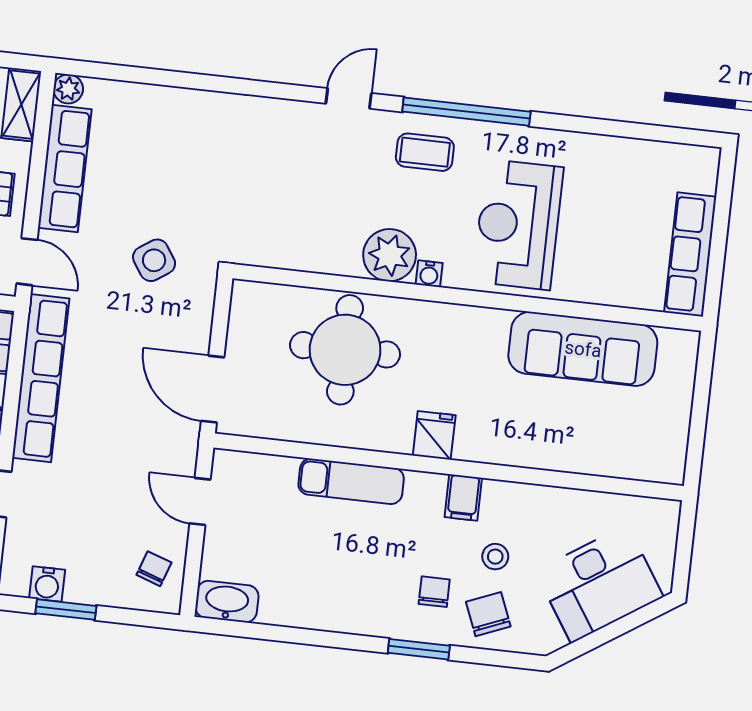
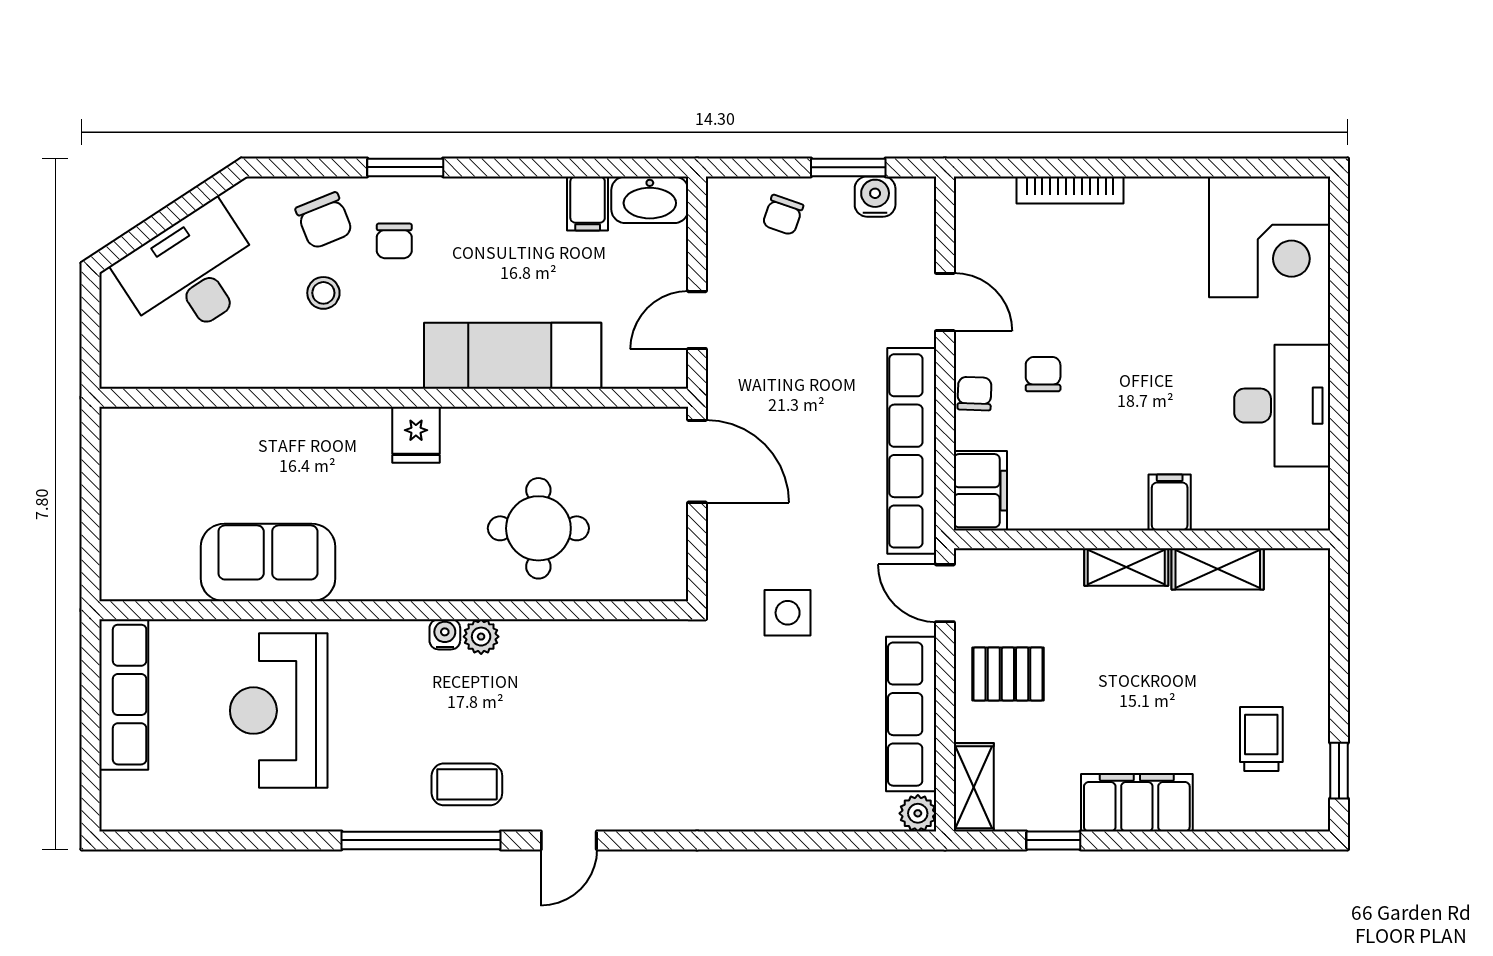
reception desk: (518, 225) -> (279, 711), moved, turned 180
plant: (390, 255) -> (481, 637), width x0.53, depth x0.53
side table: (154, 260) -> (788, 613), turned 34
sofa: (583, 349) -> (268, 563), width x0.73
round table: (345, 350) -> (538, 528), width x0.73, depth x0.73
exam couch: (351, 481) -> (513, 356), width x1.36, depth x1.45
filing cabinet: (463, 497) -> (588, 203), moved, turned 180
door: (200, 502) -> (697, 320), swing flipped
chair: (154, 569) -> (783, 215), moved

